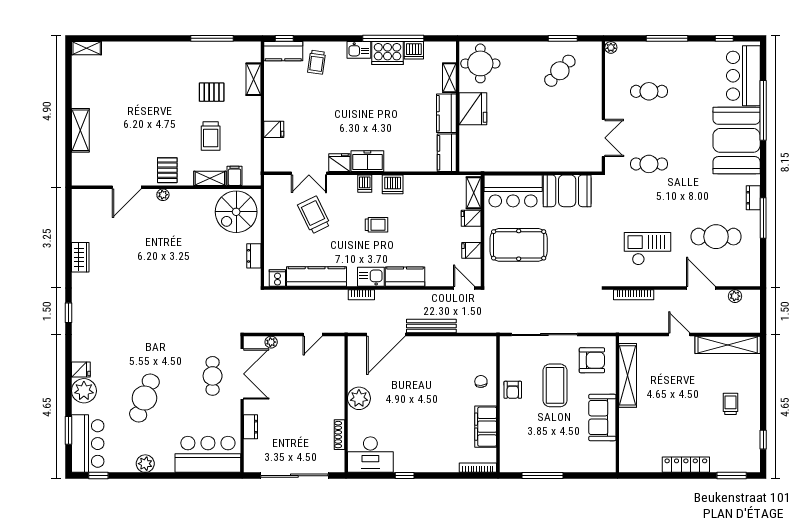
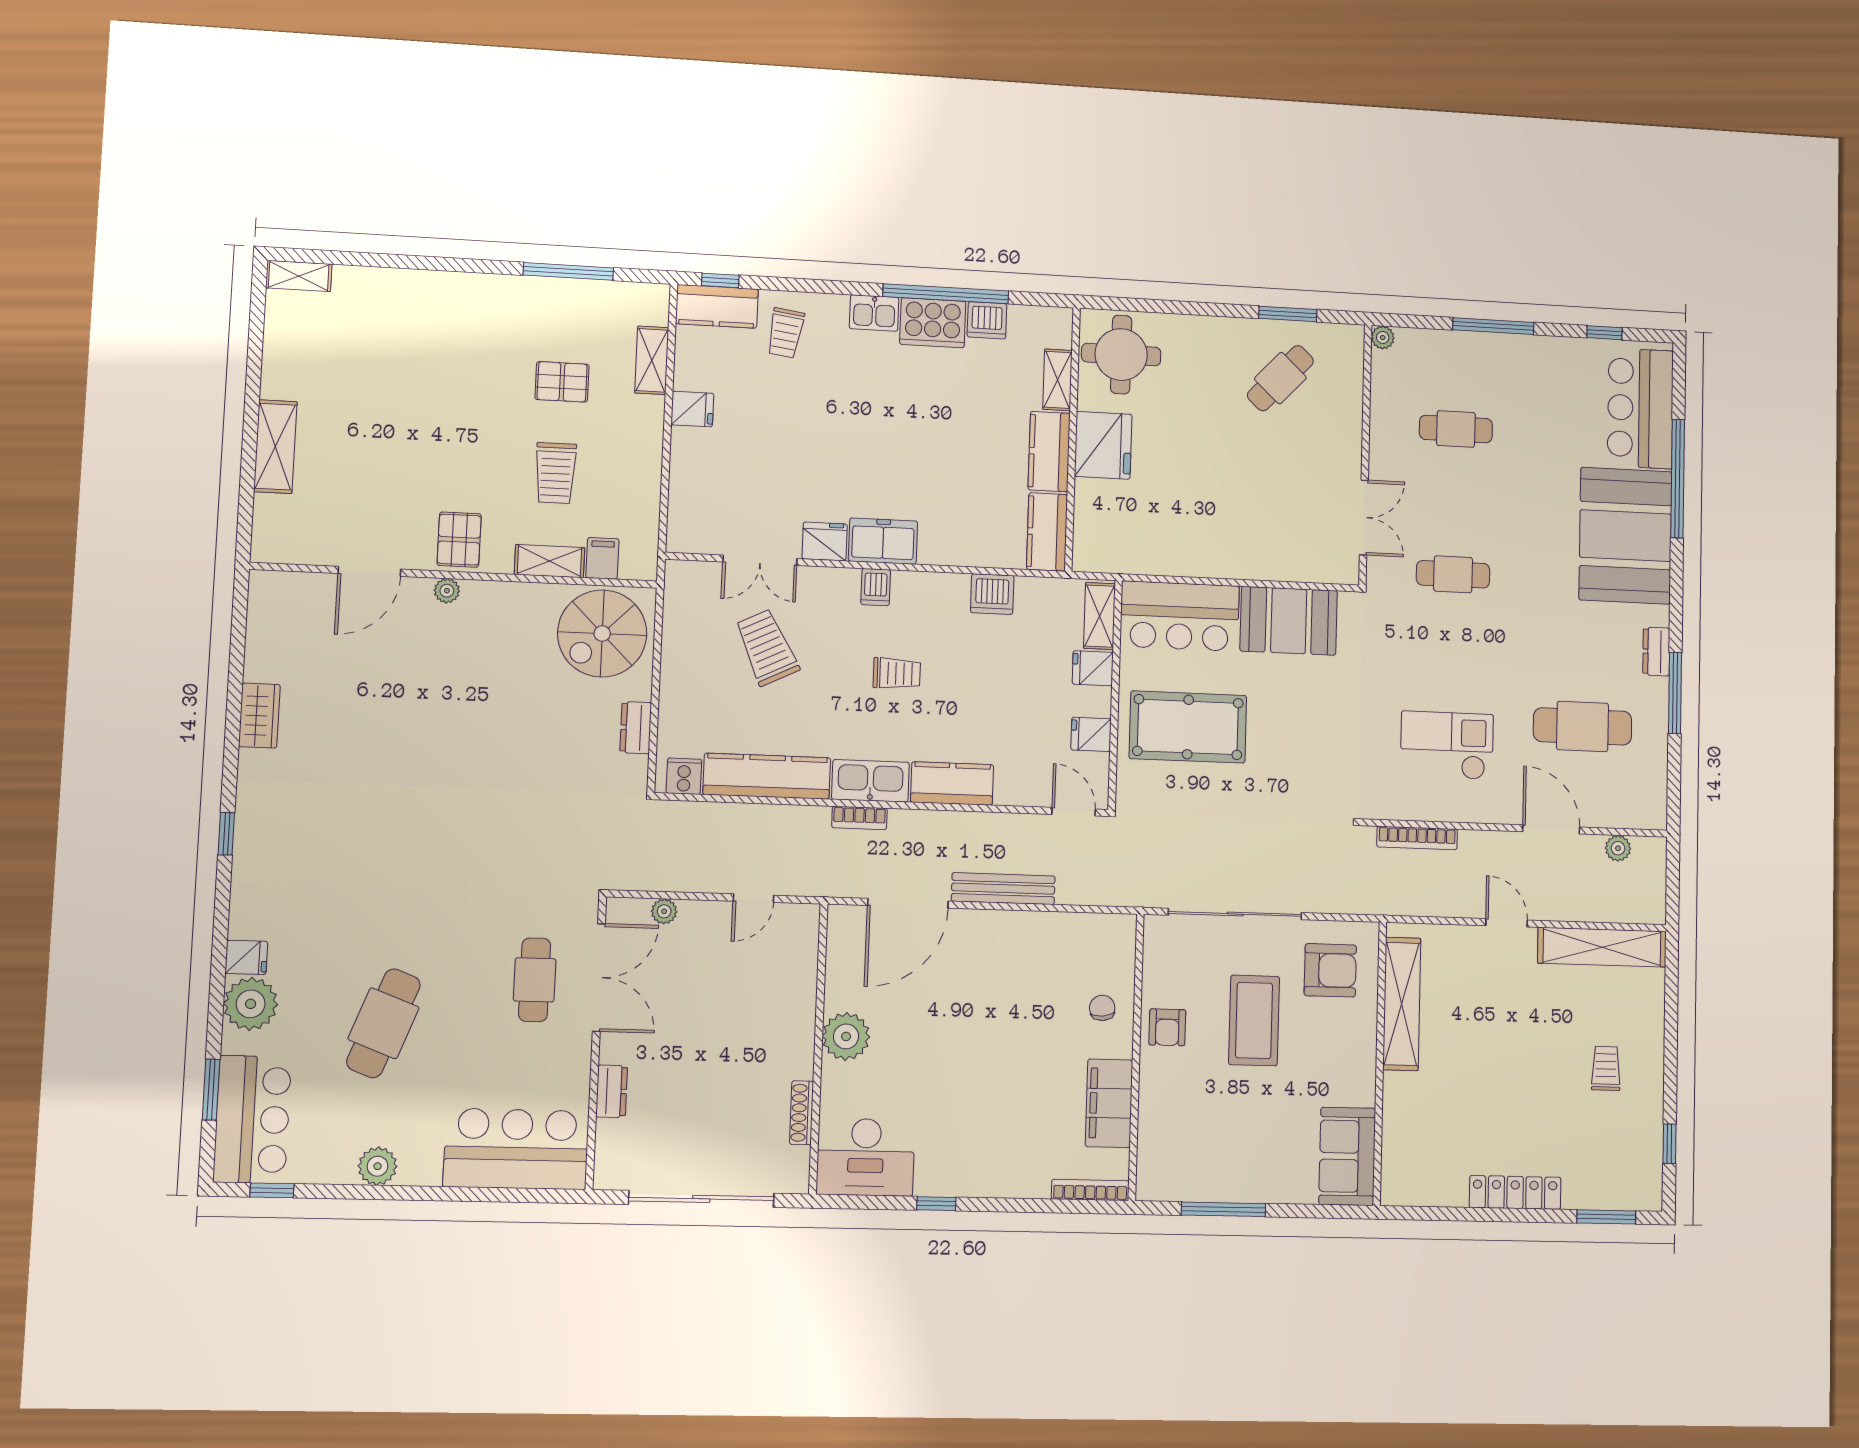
fridge: (274, 129) -> (692, 409), moved
dishwasher: (393, 184) -> (992, 594), moved
kitchen sink: (371, 277) -> (870, 781), width x1.38
sofa: (602, 417) -> (1347, 1156), moved

